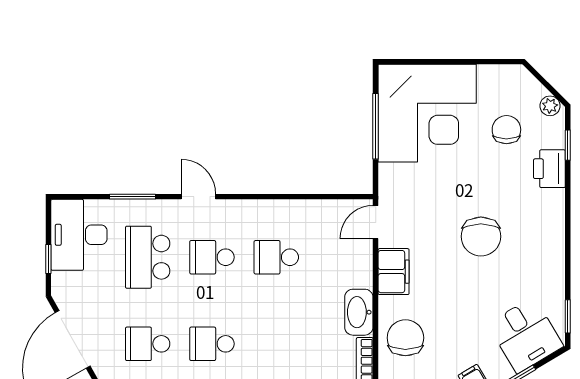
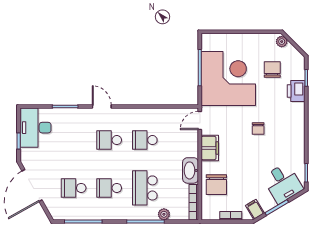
plant: (550, 106) -> (282, 42), moved
corner desk: (427, 113) -> (228, 79), moved, turned -90
chair: (481, 236) -> (258, 129), width x0.54, depth x0.54
school desk: (148, 257) -> (145, 188), moved
chair: (405, 338) -> (216, 185), turned 180

